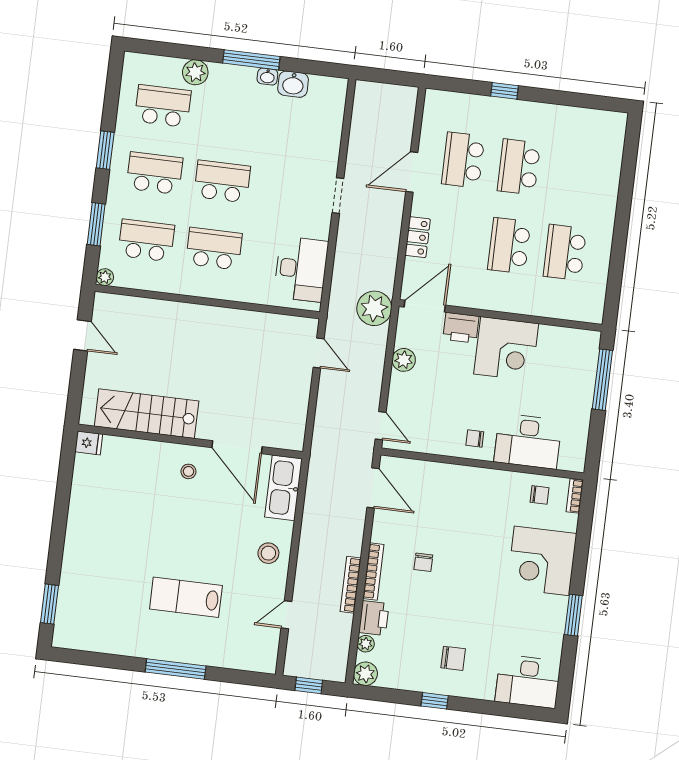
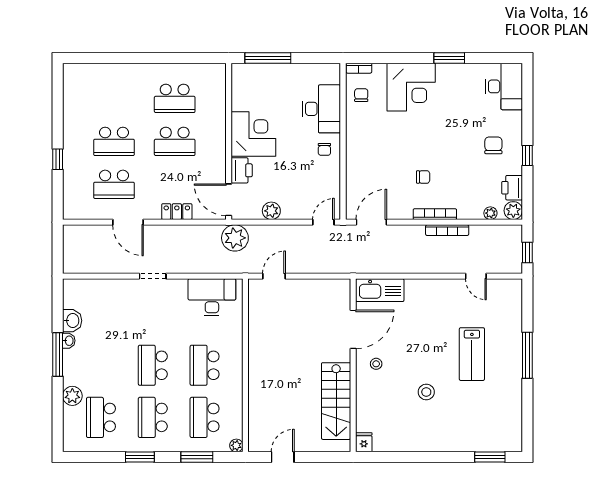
stool: (268, 553) -> (426, 392), moved
printer: (374, 618) -> (512, 188), moved, turned -90

